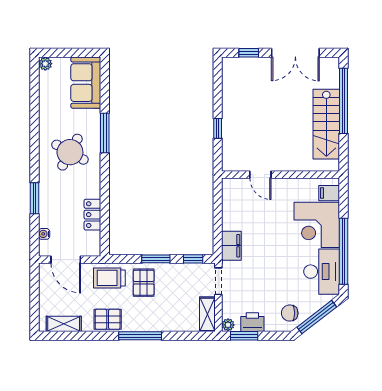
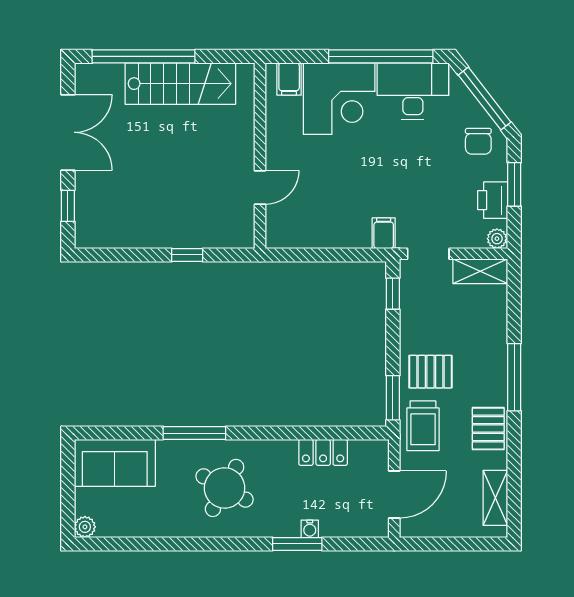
water cooler: (44, 234) -> (310, 529), moved
filing cabinet: (231, 246) -> (384, 233), width x0.50
window: (156, 259) -> (393, 398), moved
window: (244, 336) -> (514, 184), moved

